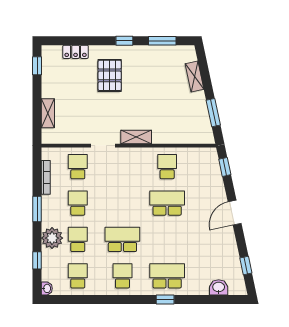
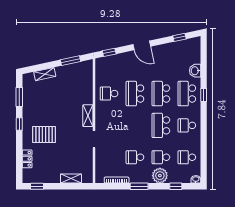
school desk: (78, 167) -> (161, 94), moved, width x1.85
washbasin: (219, 287) -> (195, 71), moved

